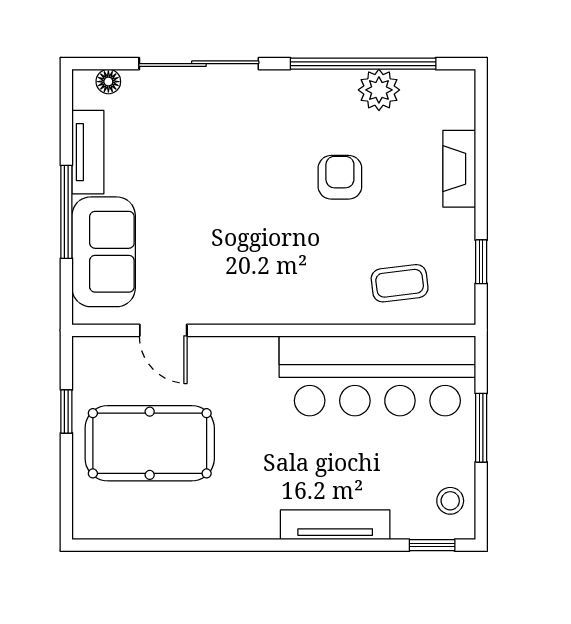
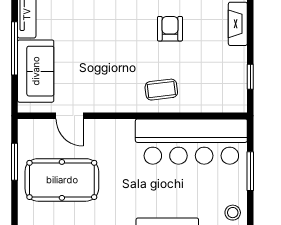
coffee table: (400, 283) -> (161, 90), moved
window: (66, 411) -> (14, 162), width x1.50

